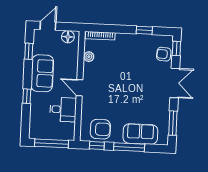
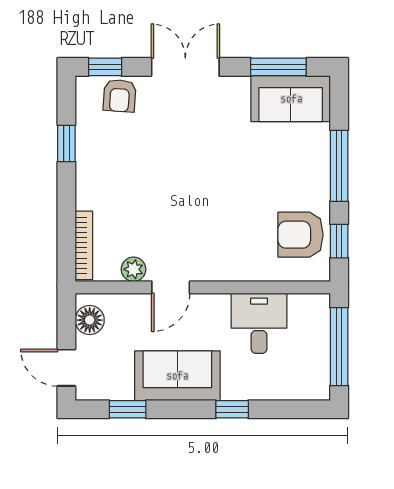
door: (80, 88) -> (171, 287), moved
armchair: (100, 129) -> (301, 235), turned -90
sofa: (140, 134) -> (291, 99), moved, turned -90

